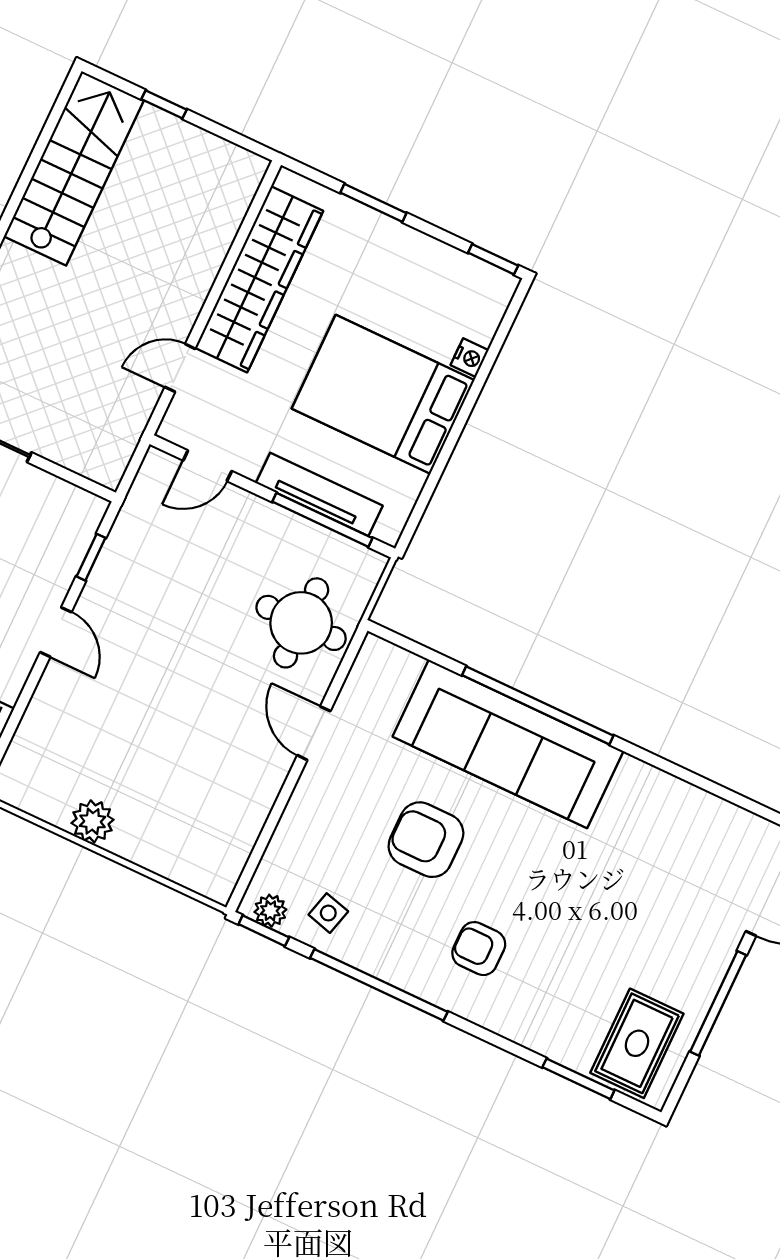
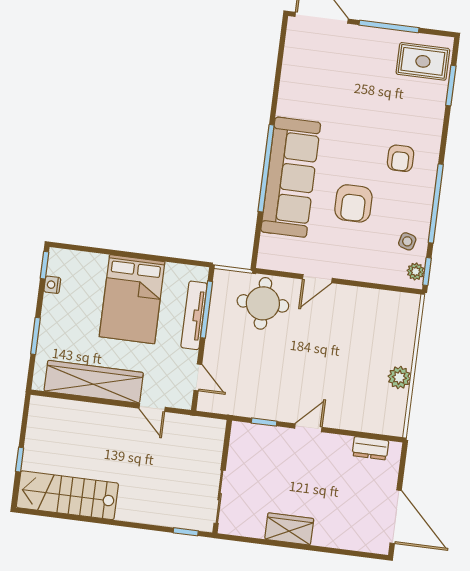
nightstand: (470, 358) -> (52, 285), moved, turned -90

